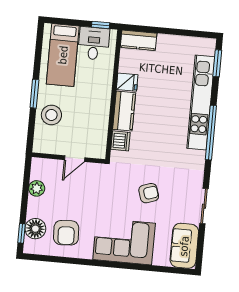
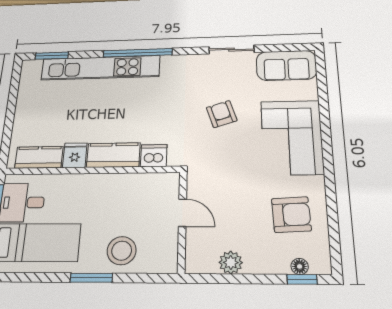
kitchen counter: (139, 40) -> (39, 157), moved, turned -90
floor lamp: (35, 229) -> (300, 266), width x0.53, depth x0.53

